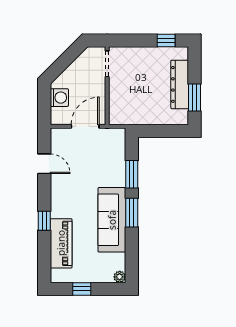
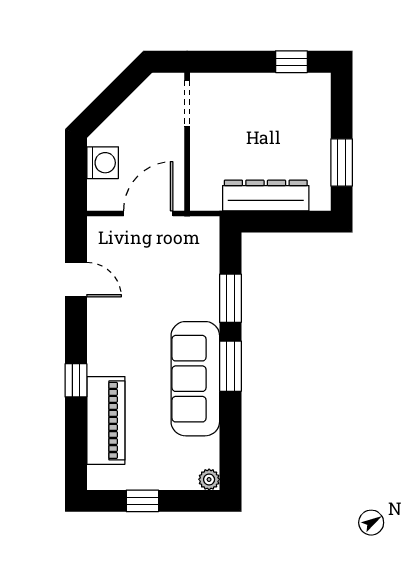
dresser: (180, 84) -> (266, 195), moved, turned 90

